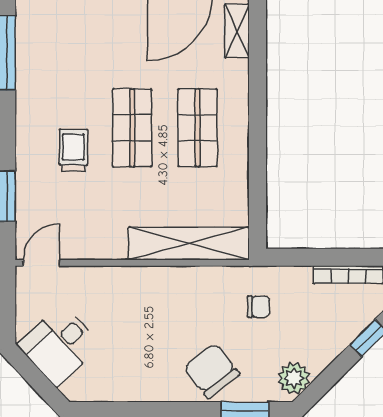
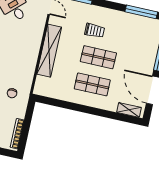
shelving: (189, 244) -> (49, 51), moved

